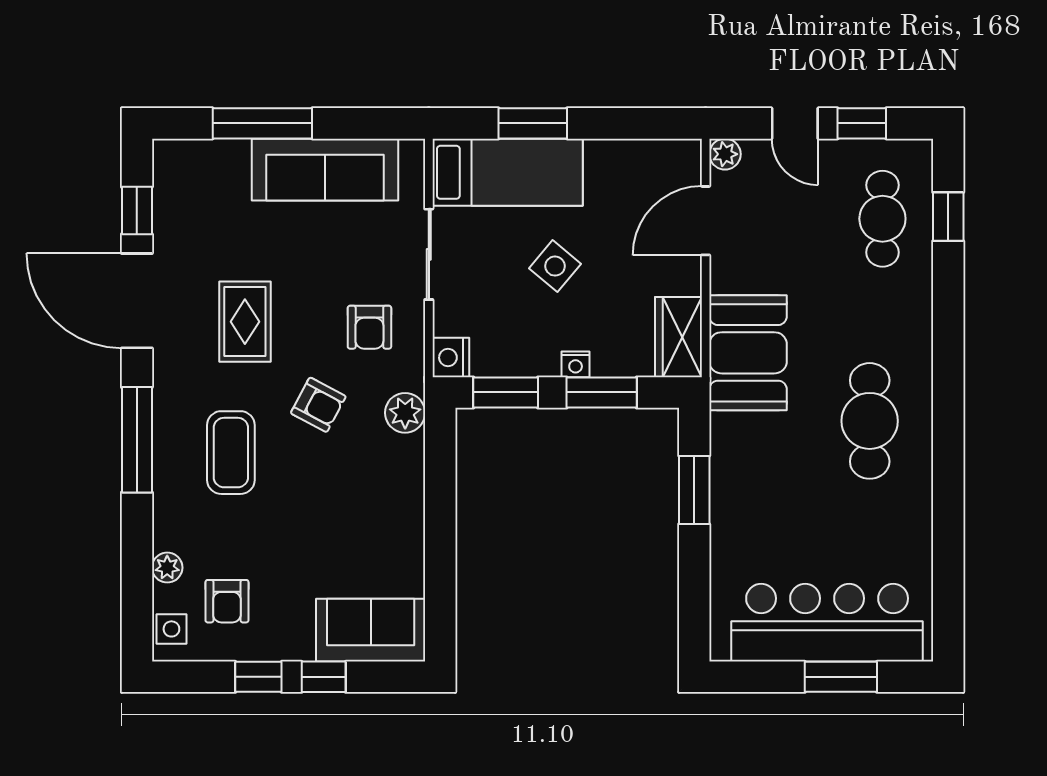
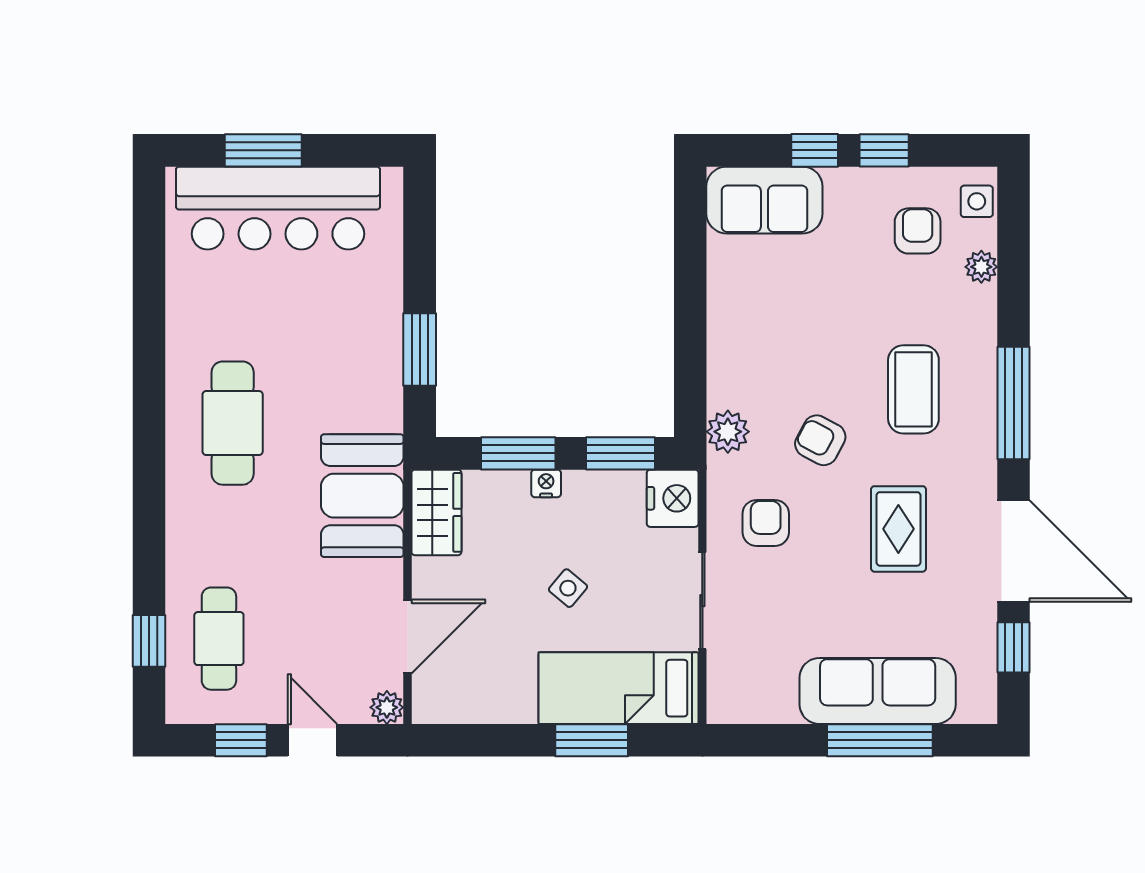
sofa: (325, 170) -> (878, 691), moved
side table: (555, 266) -> (568, 588), width x0.73, depth x0.73
nightstand: (451, 358) -> (673, 498), width x1.36, depth x1.33

